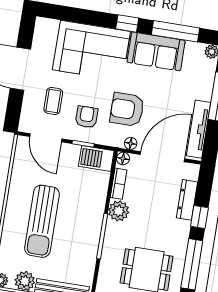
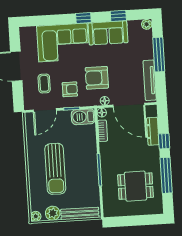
window: (175, 31) -> (118, 16), width x0.46
armchair: (87, 117) -> (70, 89), turned 90
door: (46, 138) -> (45, 110), hinge flipped
door: (163, 157) -> (129, 105), swing flipped
plant: (119, 211) -> (107, 150), removed

